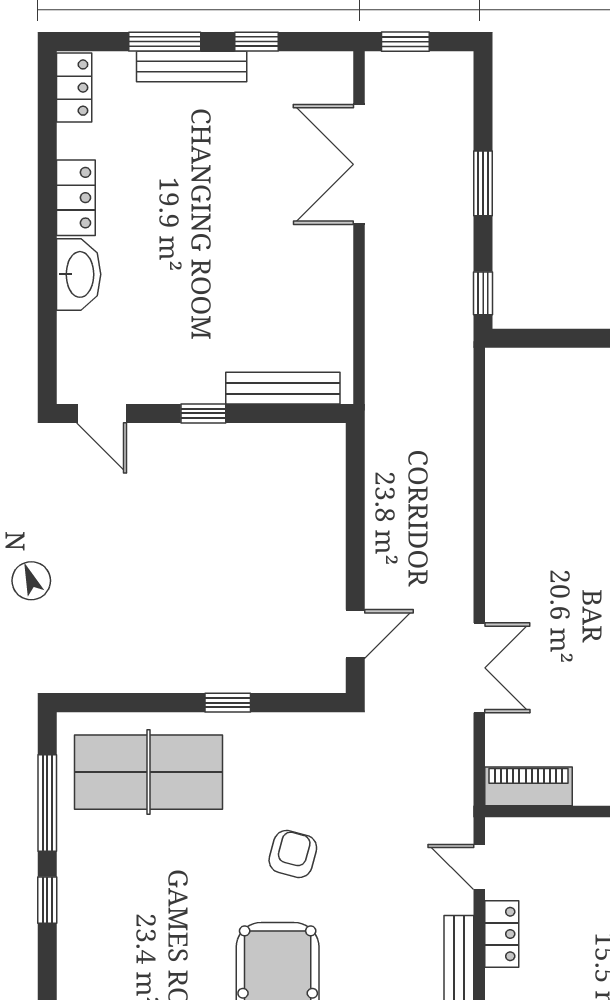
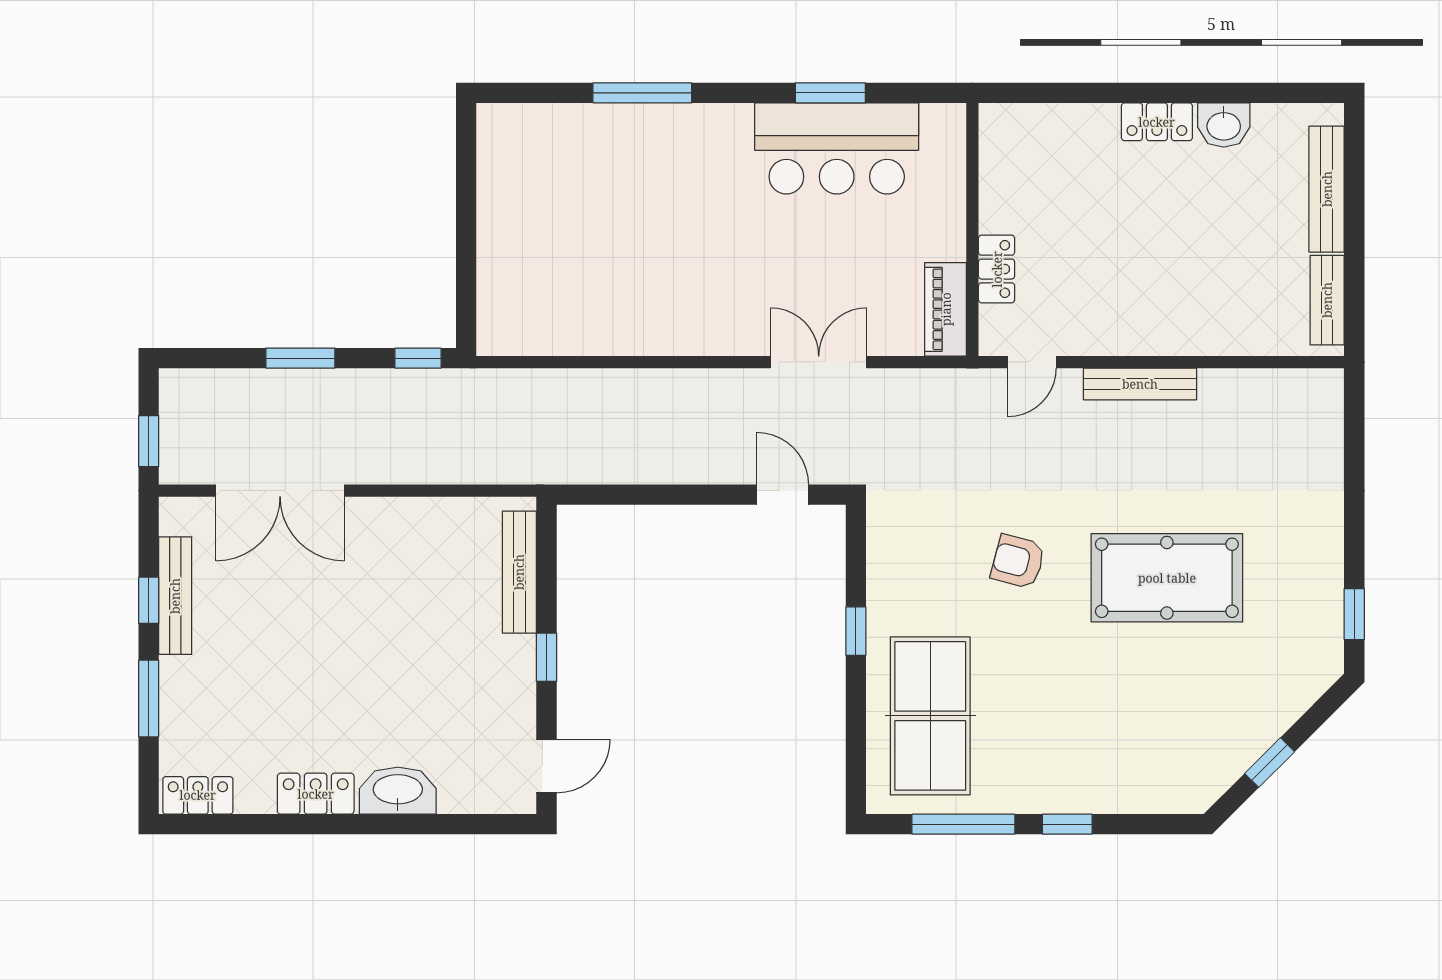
bench: (192, 66) -> (175, 596), moved
locker: (502, 934) -> (997, 269), moved, turned 90

